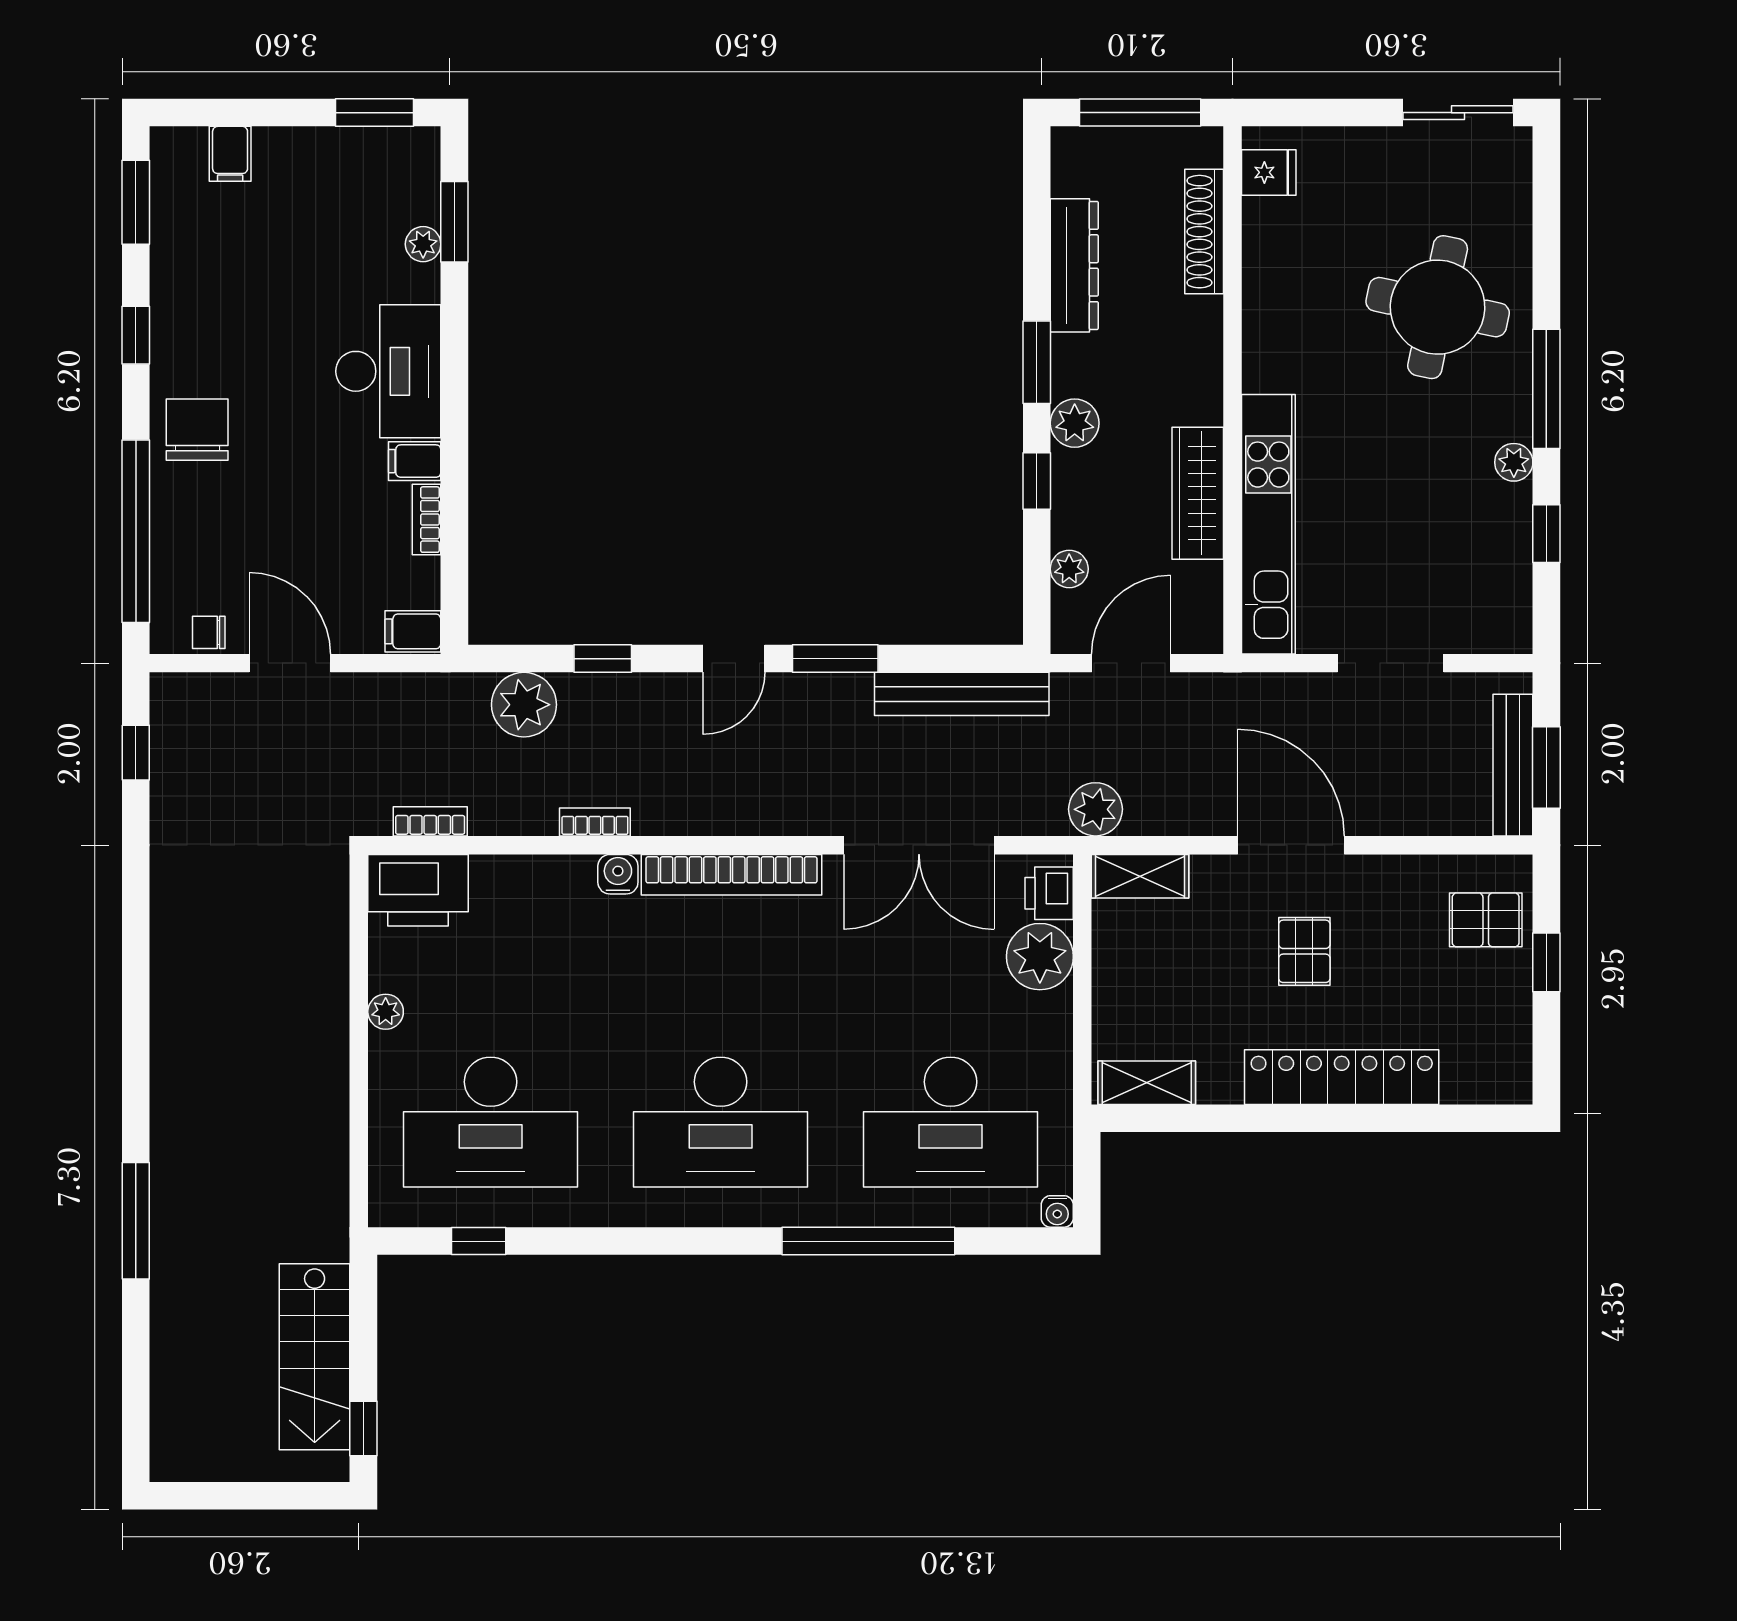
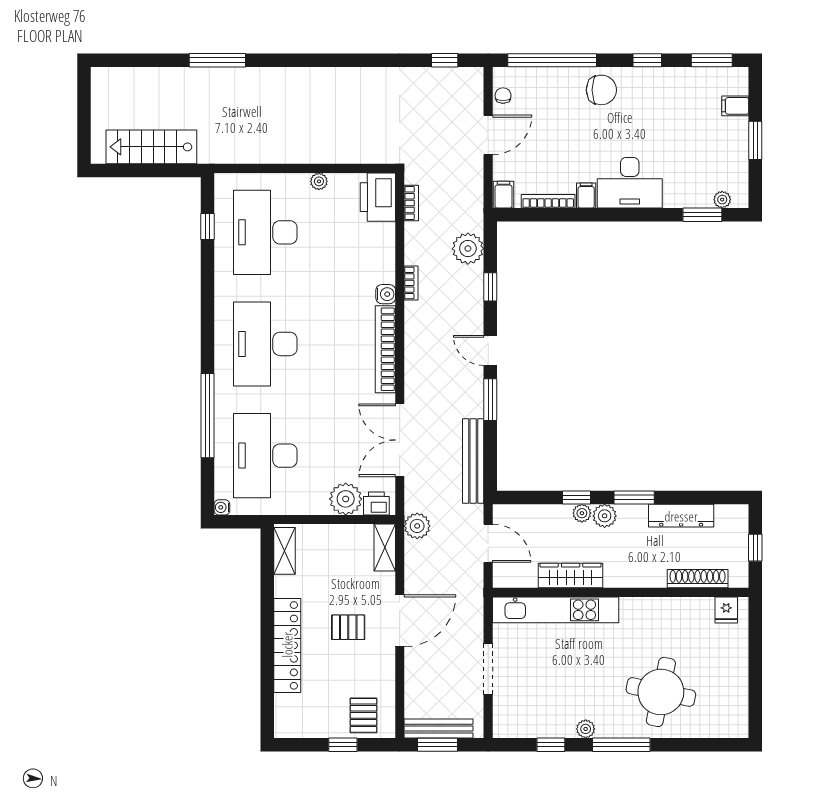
window: (374, 113) -> (755, 140), moved
window: (1140, 113) -> (755, 548), width x0.46
sliding door: (1458, 113) -> (755, 702), removed
plant: (423, 244) -> (722, 200), moved
bookcase: (427, 520) -> (548, 201), width x1.56
plant: (1069, 569) -> (582, 513), moved
window: (363, 1428) -> (117, 171), removed

